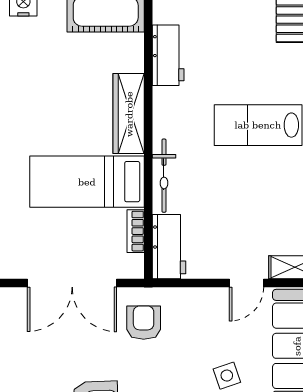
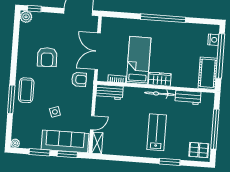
wardrobe: (129, 114) -> (160, 79), width x0.67
bicycle: (164, 176) -> (160, 94), moved
door: (246, 283) -> (92, 123), swing flipped

